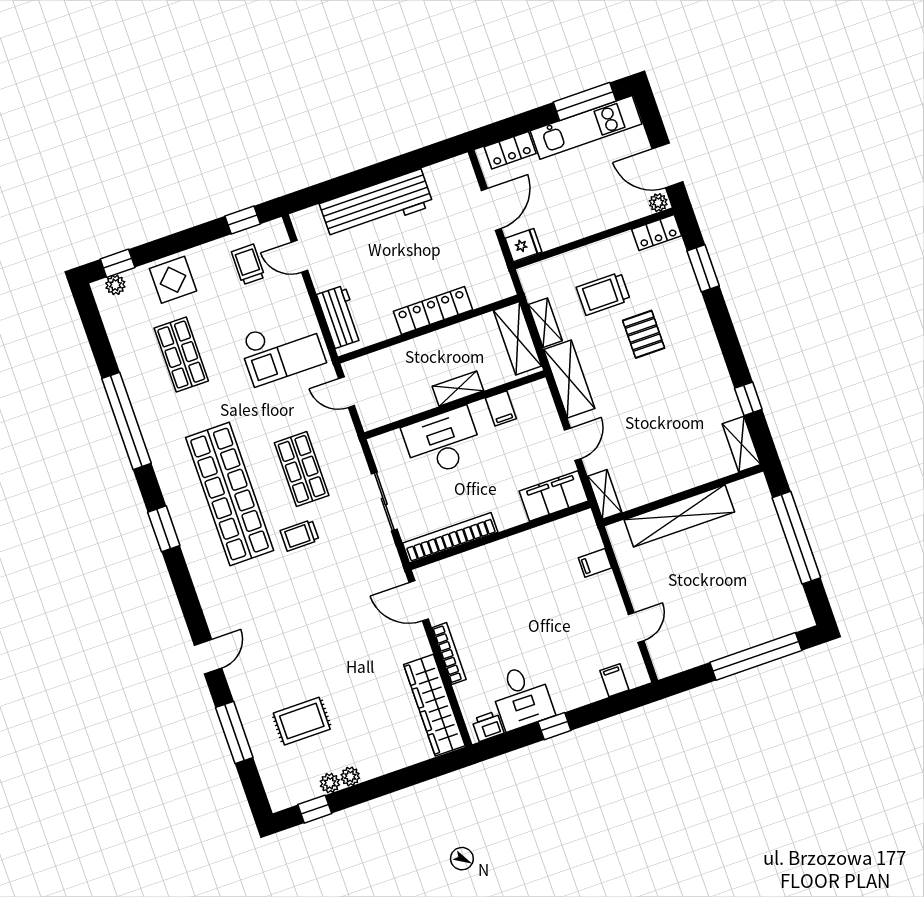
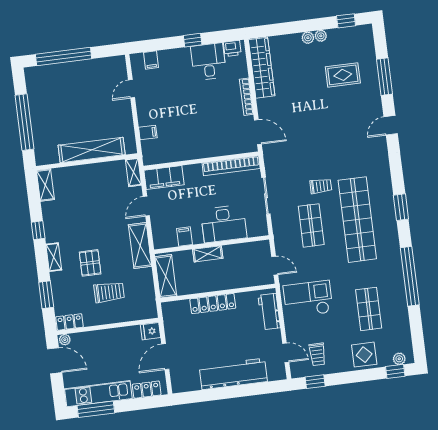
shelving: (545, 323) -> (54, 257), moved
window: (748, 399) -> (38, 230), moved
plant: (330, 783) -> (308, 38), moved

